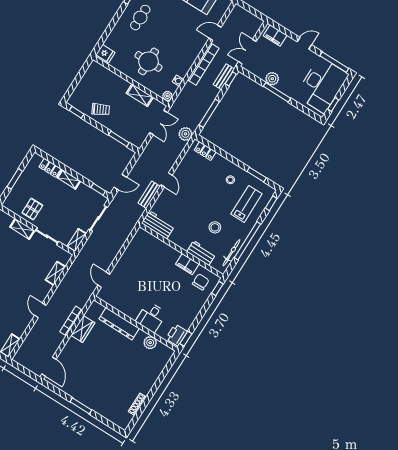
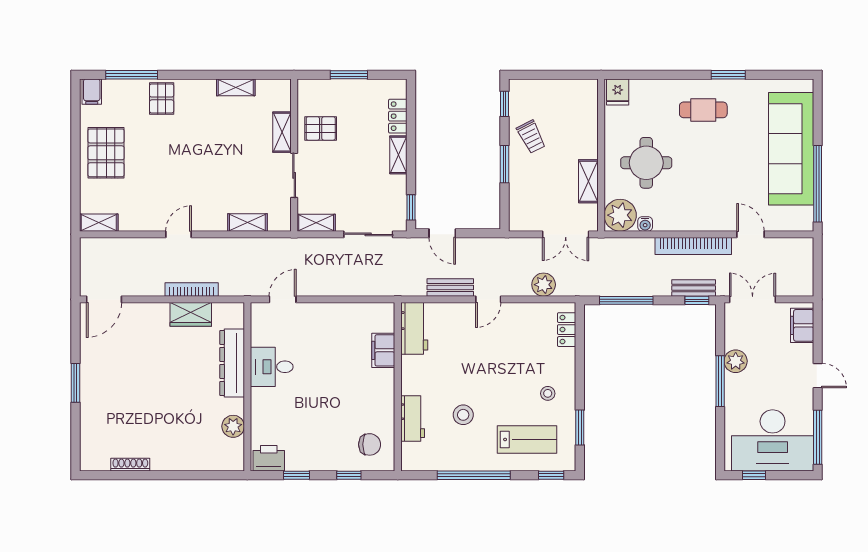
plant: (167, 96) -> (620, 215), width x1.87, depth x1.87
plant: (185, 134) -> (544, 285), moved
window: (119, 139) -> (505, 164), moved
bicycle: (231, 253) -> (441, 463), removed
filing cabinet: (187, 264) -> (383, 350), moved
window: (217, 289) -> (349, 475), moved
desk: (151, 317) -> (272, 367), moved
window: (186, 339) -> (297, 475), moved

